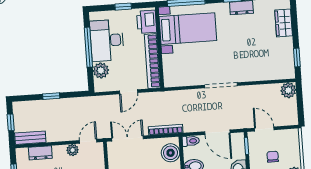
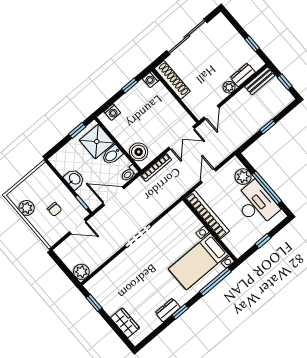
printer: (147, 22) -> (235, 243), removed
plant: (73, 150) -> (229, 87), moved

